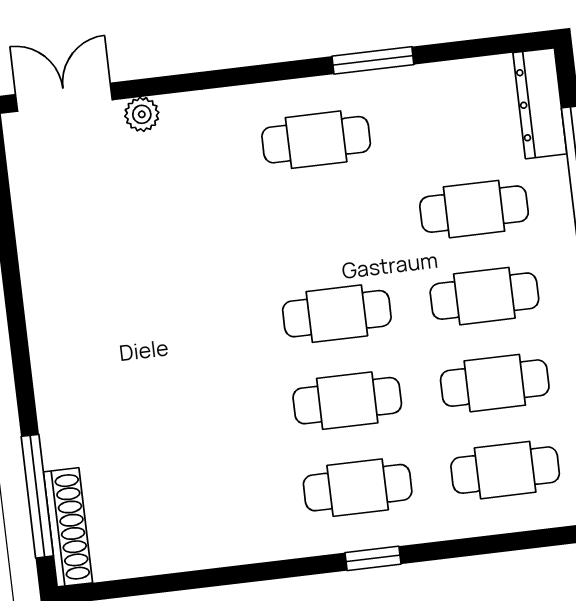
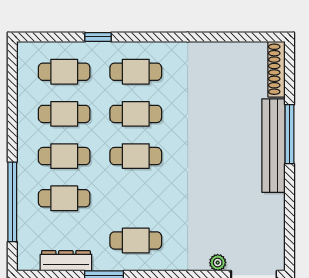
dresser: (540, 103) -> (66, 261), moved, turned -90
bench: (55, 369) -> (273, 146), added
window: (37, 496) -> (289, 134), moved
window: (373, 558) -> (98, 37), moved

